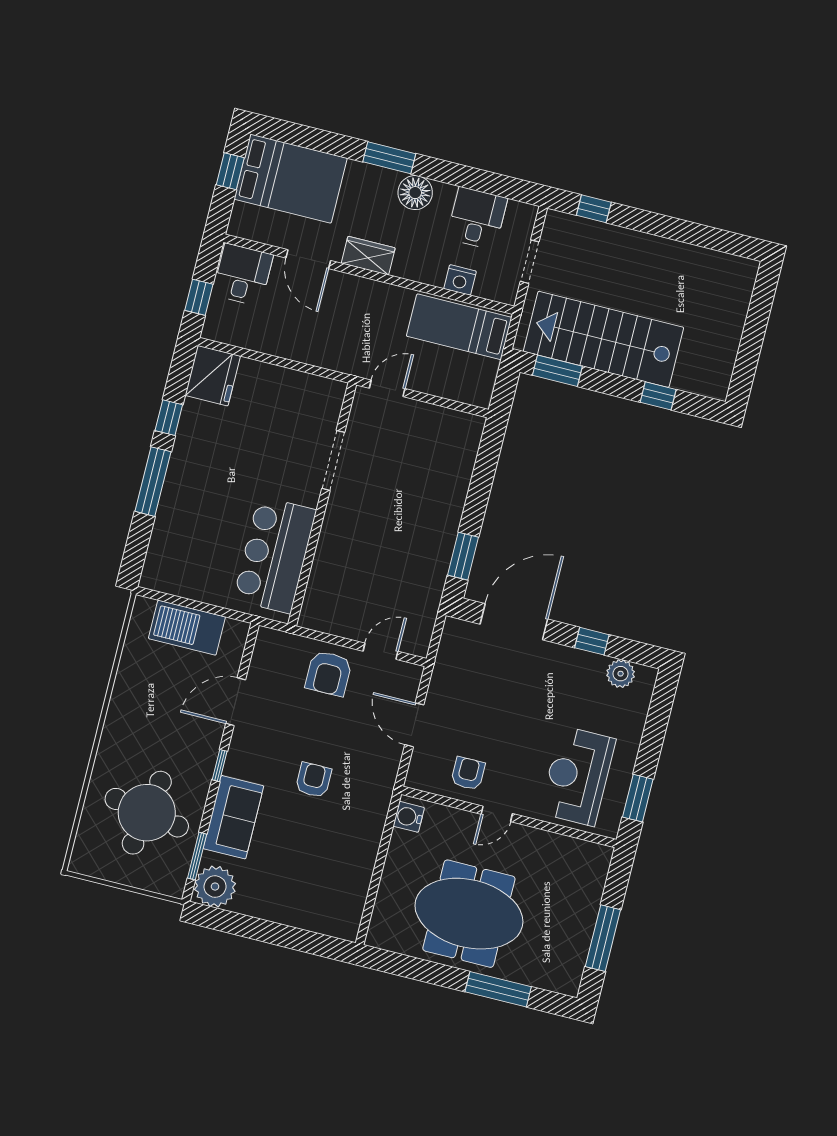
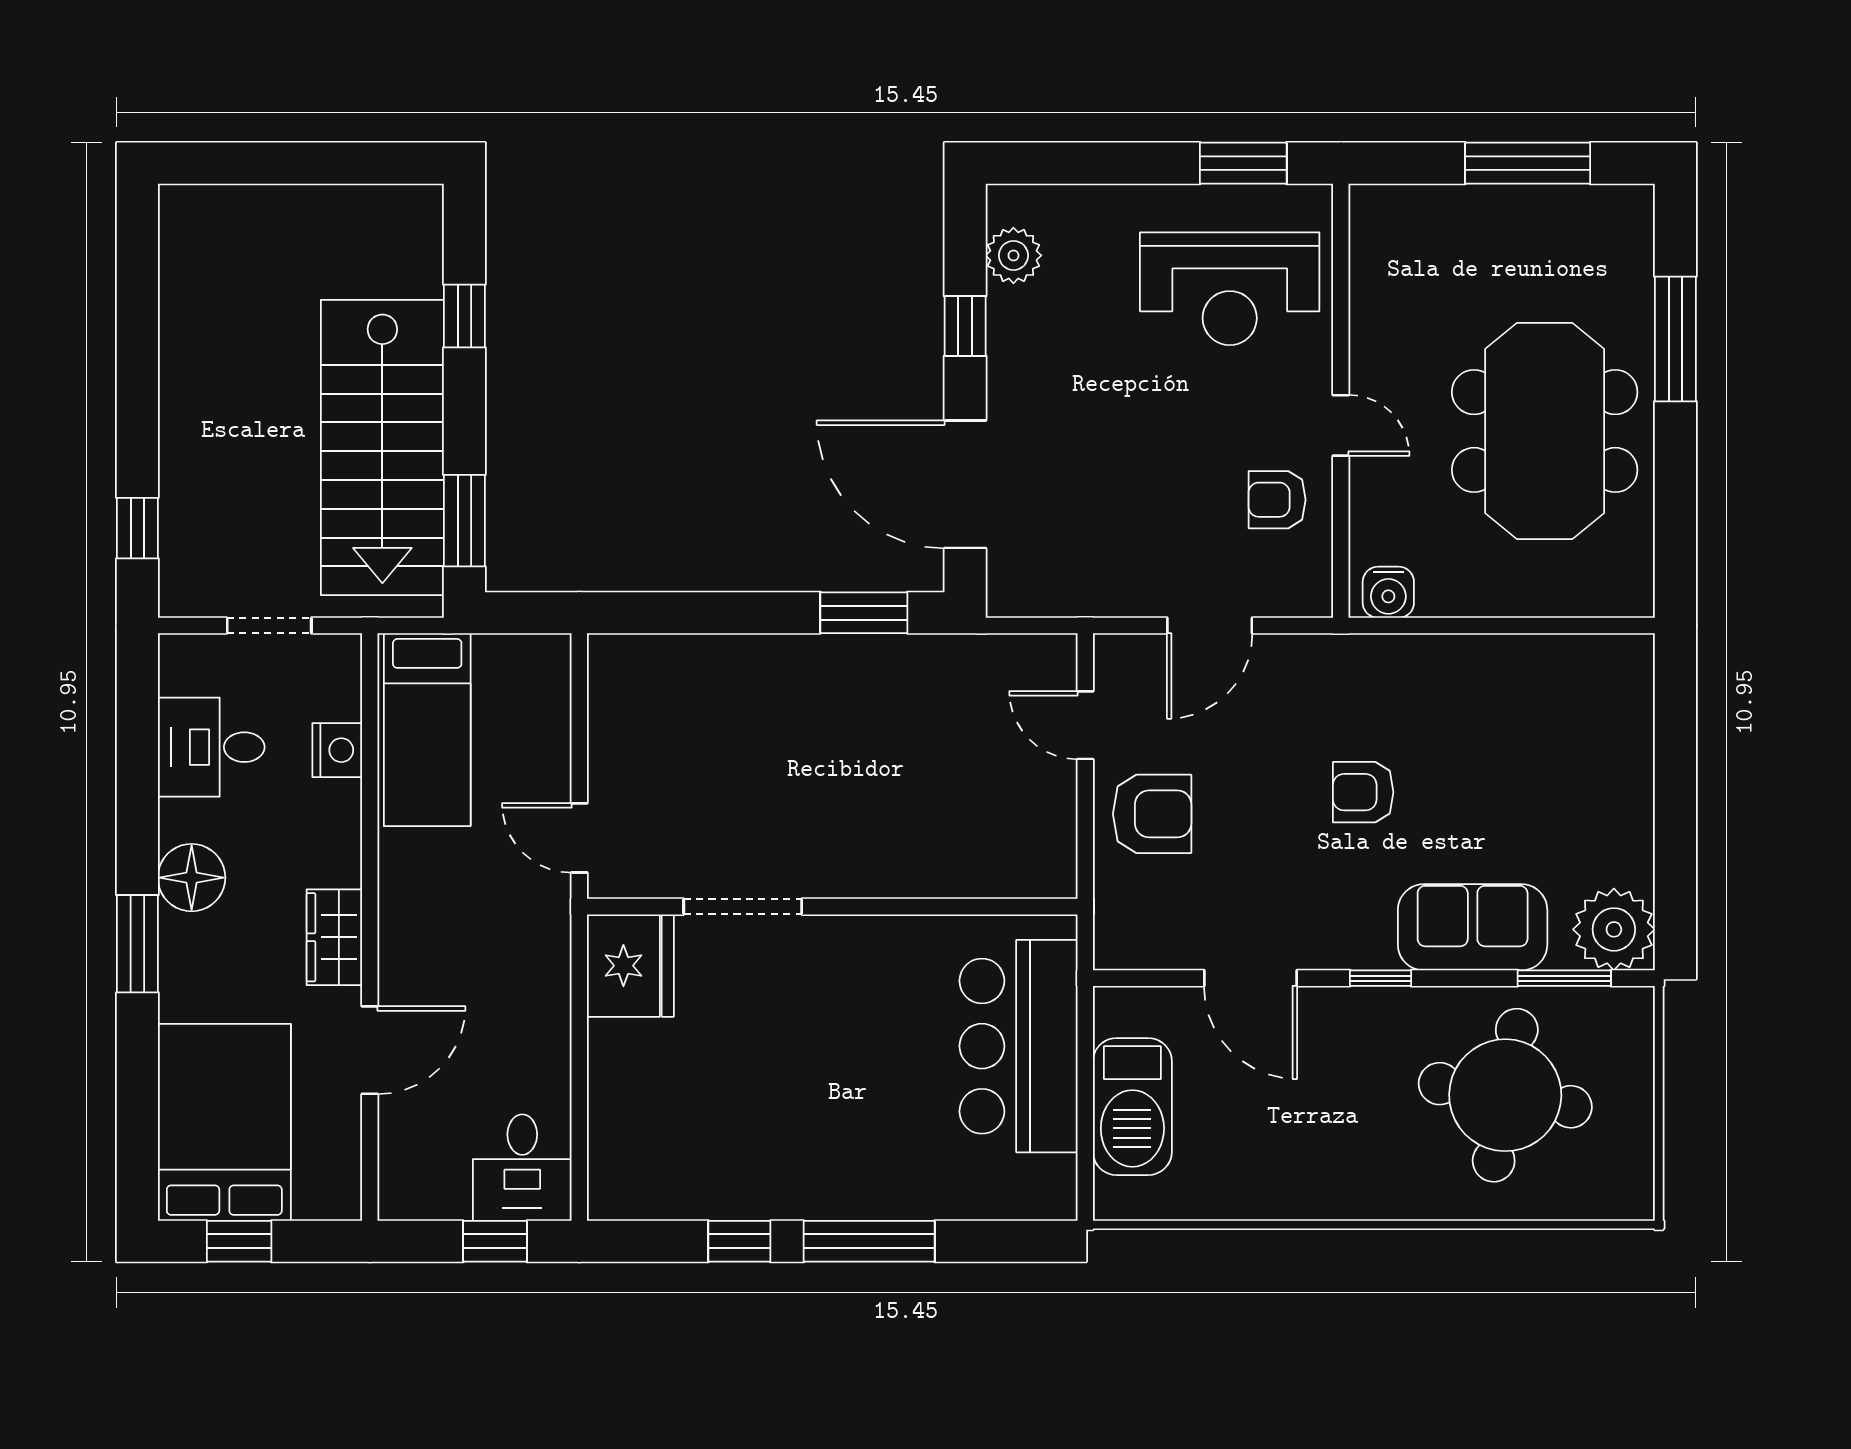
desk: (243, 275) -> (522, 1168), moved, turned -90
fridge: (213, 376) -> (630, 966), moved, turned 90
bar counter: (275, 555) -> (1018, 1046), moved, turned 90

